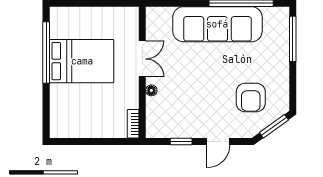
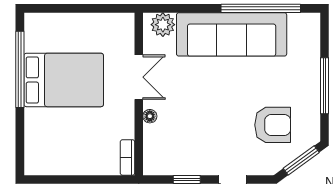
plant: (162, 16) -> (163, 25), added
window: (293, 39) -> (324, 86), moved
armchair: (251, 98) -> (273, 125), turned -90

